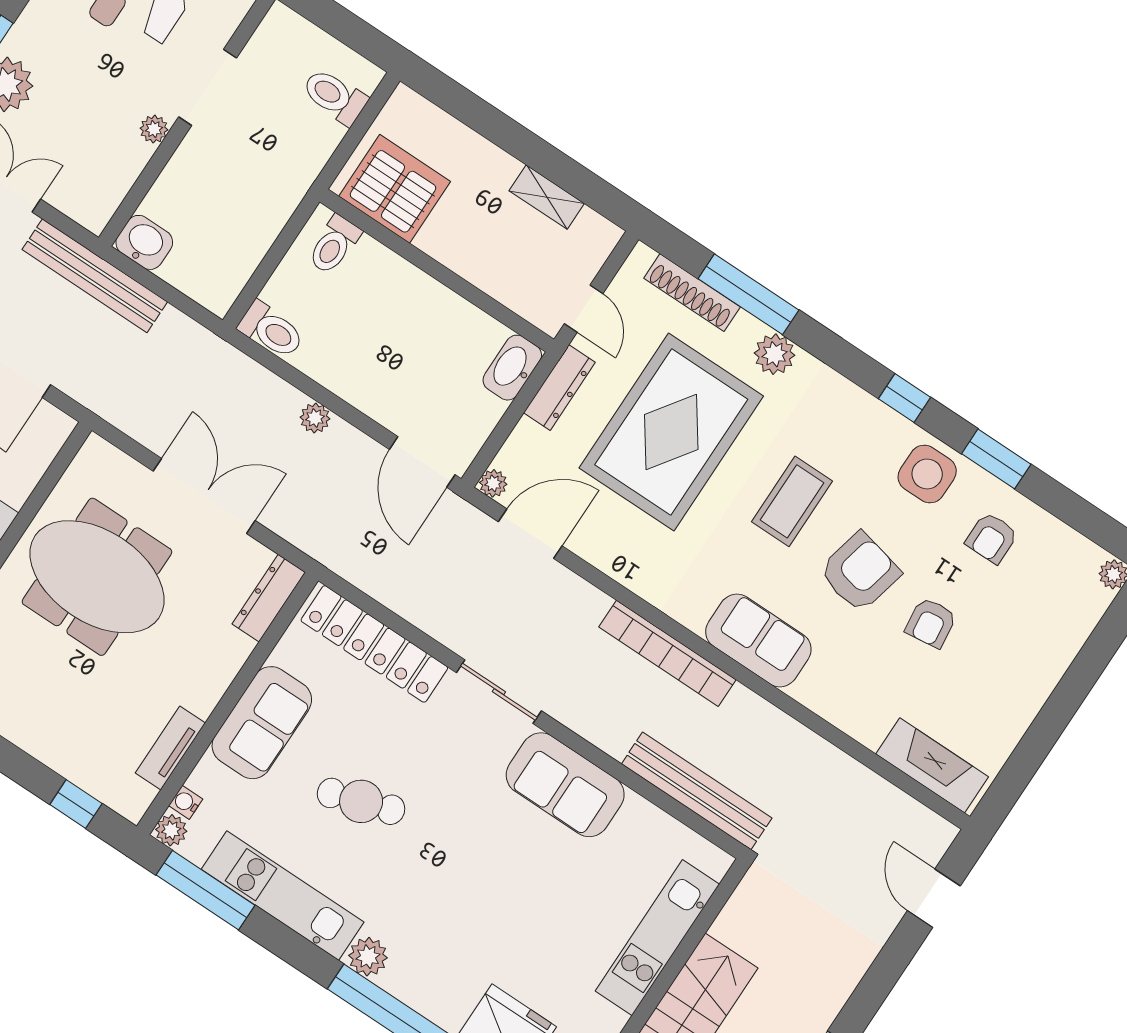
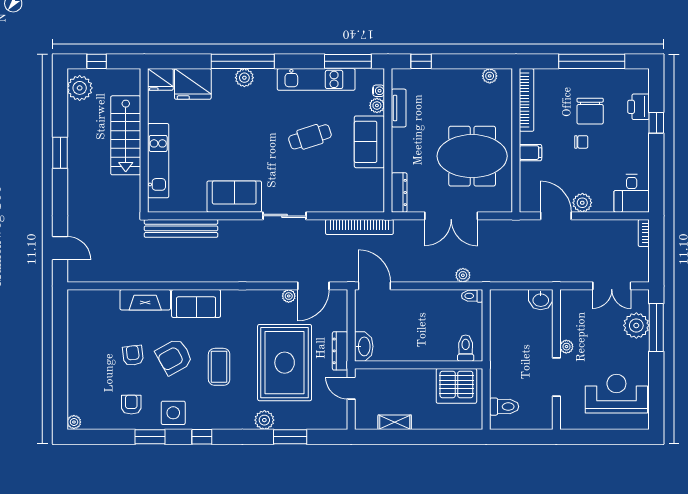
bench: (95, 276) -> (551, 274), removed
shoe rack: (692, 293) -> (313, 423), removed
window: (749, 294) -> (290, 437), width x0.69
toilet: (271, 330) -> (472, 296), width x0.73, depth x0.72
plant: (315, 418) -> (463, 275), moved
plant: (493, 483) -> (289, 296), moved
armchair: (860, 572) -> (174, 357), turned 48
locker: (374, 644) -> (346, 202), removed
bookcase: (667, 653) -> (359, 227), moved, turned 180
fireplace: (932, 765) -> (145, 300), moved
plant: (171, 830) -> (377, 105), moved
plant: (368, 957) -> (244, 78), moved

